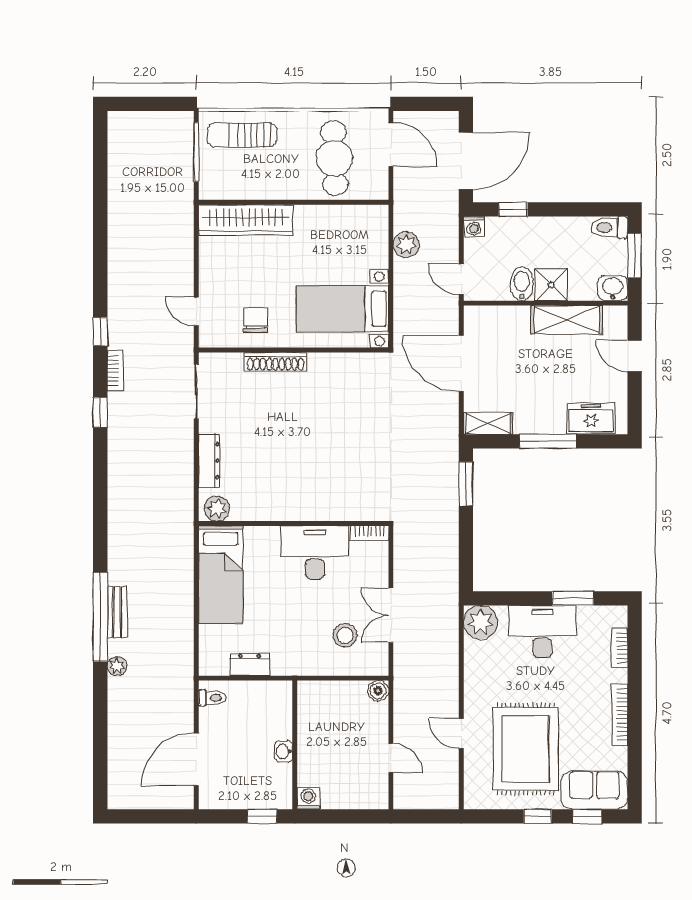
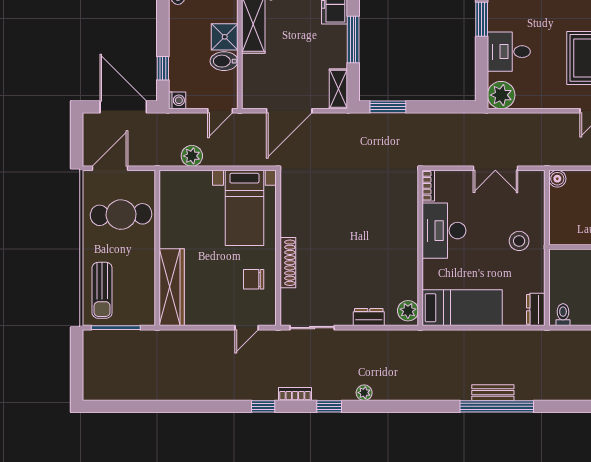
dresser: (209, 461) -> (369, 317), width x0.70
desk: (542, 632) -> (509, 52), width x0.73
stool: (345, 635) -> (519, 241), moved
dresser: (250, 665) -> (536, 309), moved
plant: (117, 666) -> (364, 393), moved

